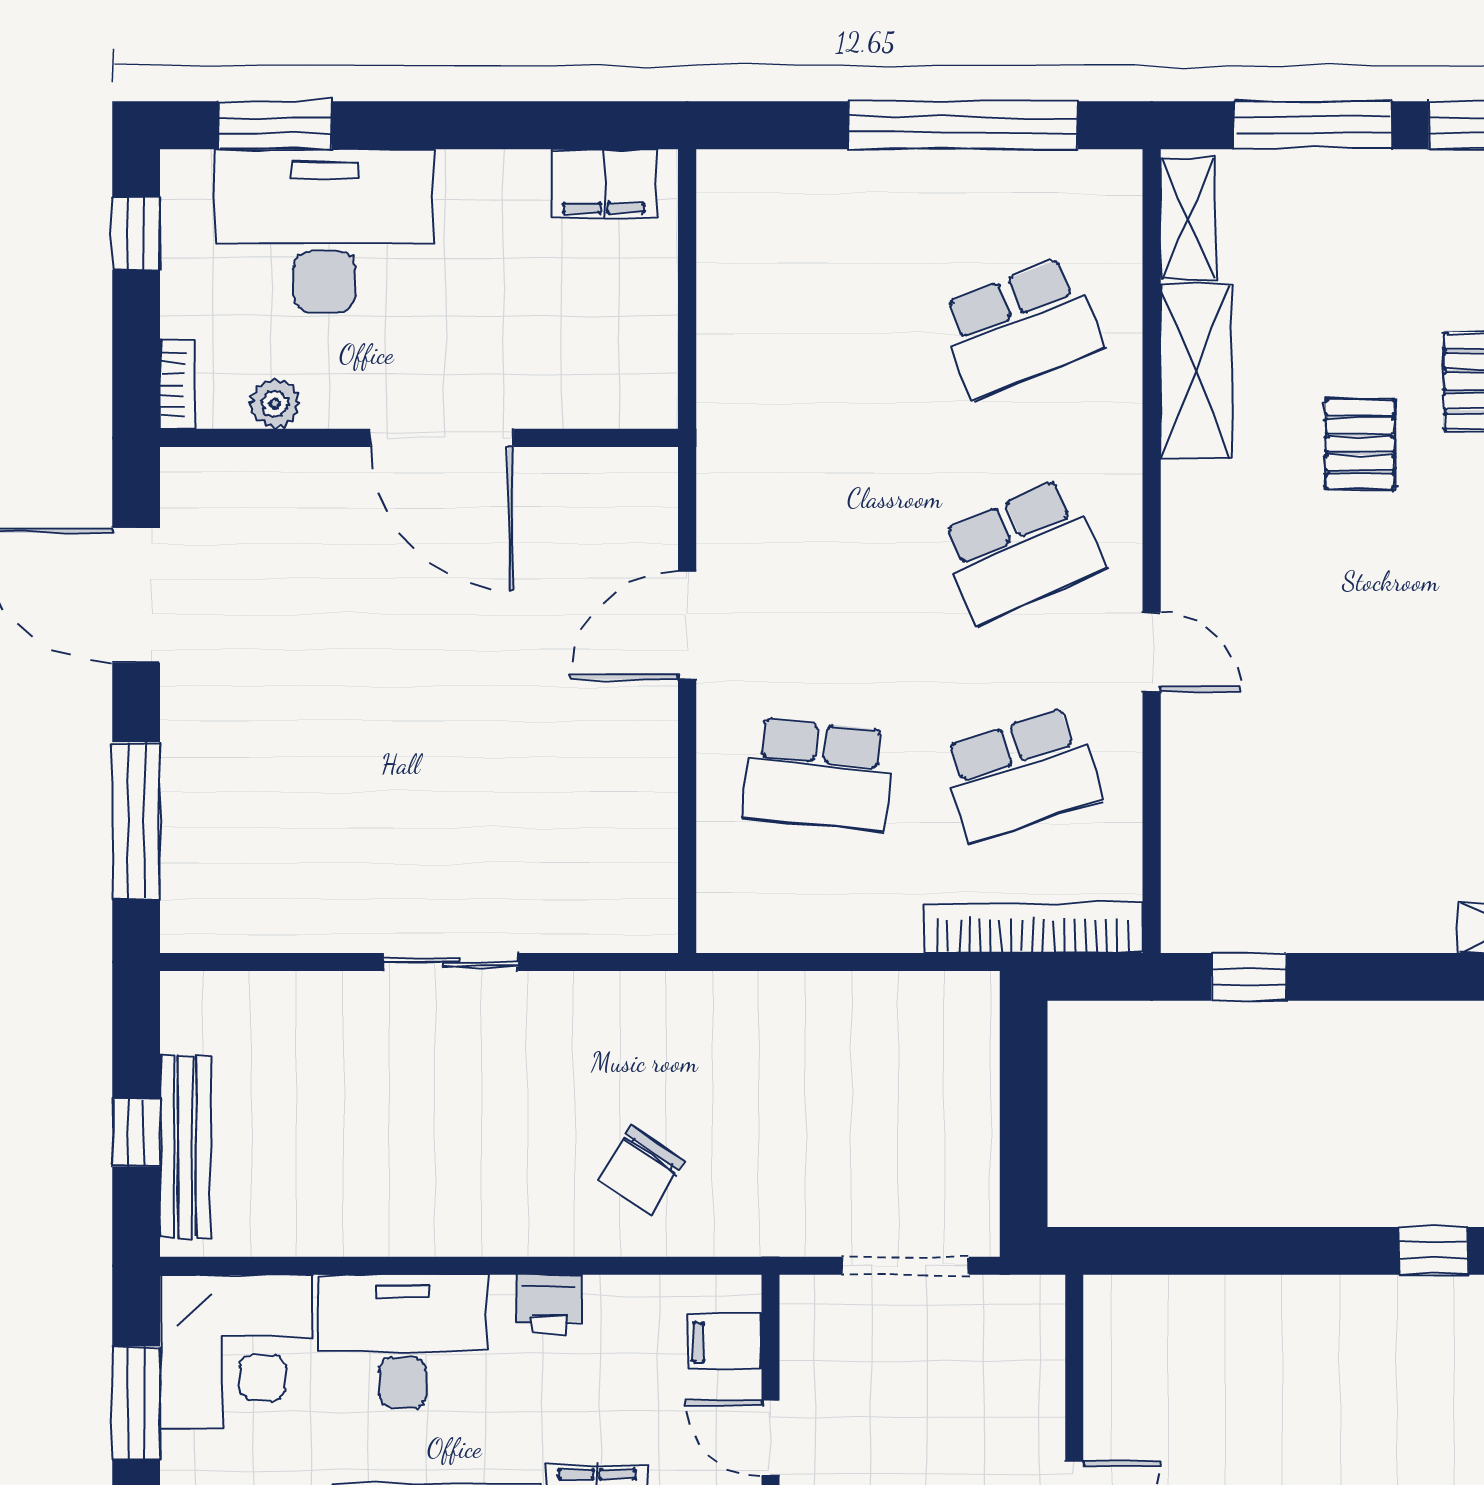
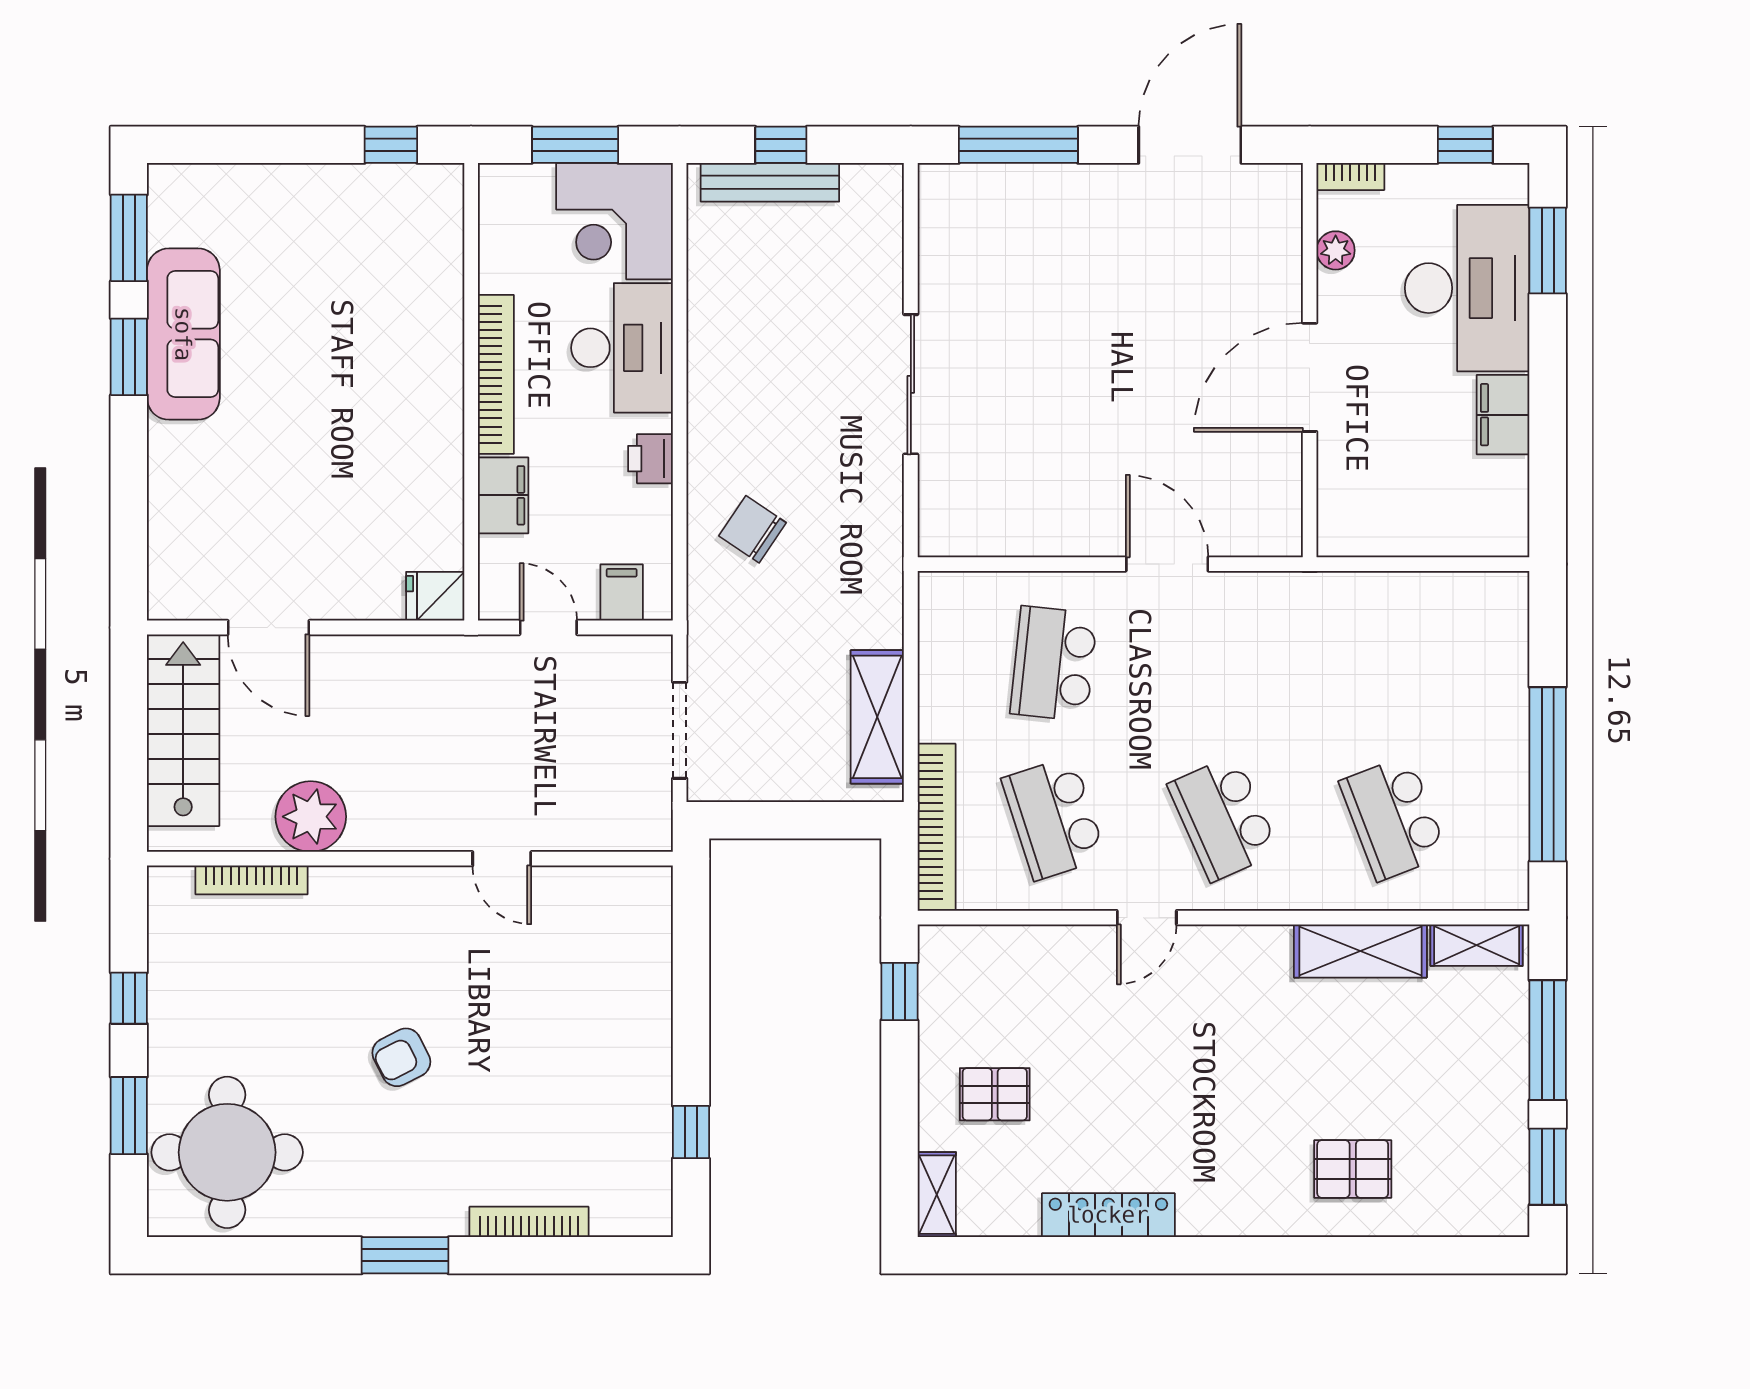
filing cabinet: (604, 184) -> (1503, 415), moved
pallet: (1360, 444) -> (995, 1094), moved
sliding door: (451, 962) -> (911, 384), width x1.37
shelving: (888, 1006) -> (877, 717), added
door: (770, 1438) -> (548, 628), hinge flipped

